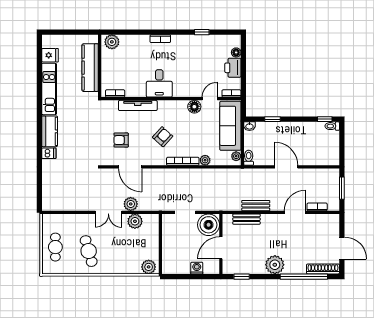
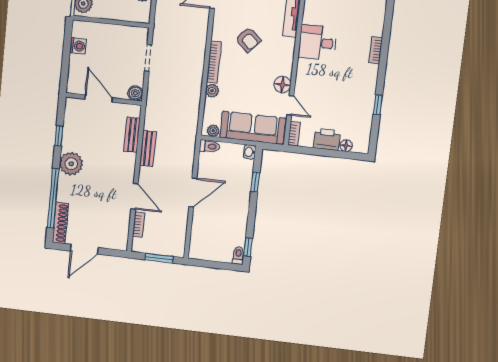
boiler: (209, 225) -> (135, 93), width x0.54, depth x0.54
washing machine: (197, 268) -> (78, 46), moved
window: (242, 277) -> (59, 136), moved

